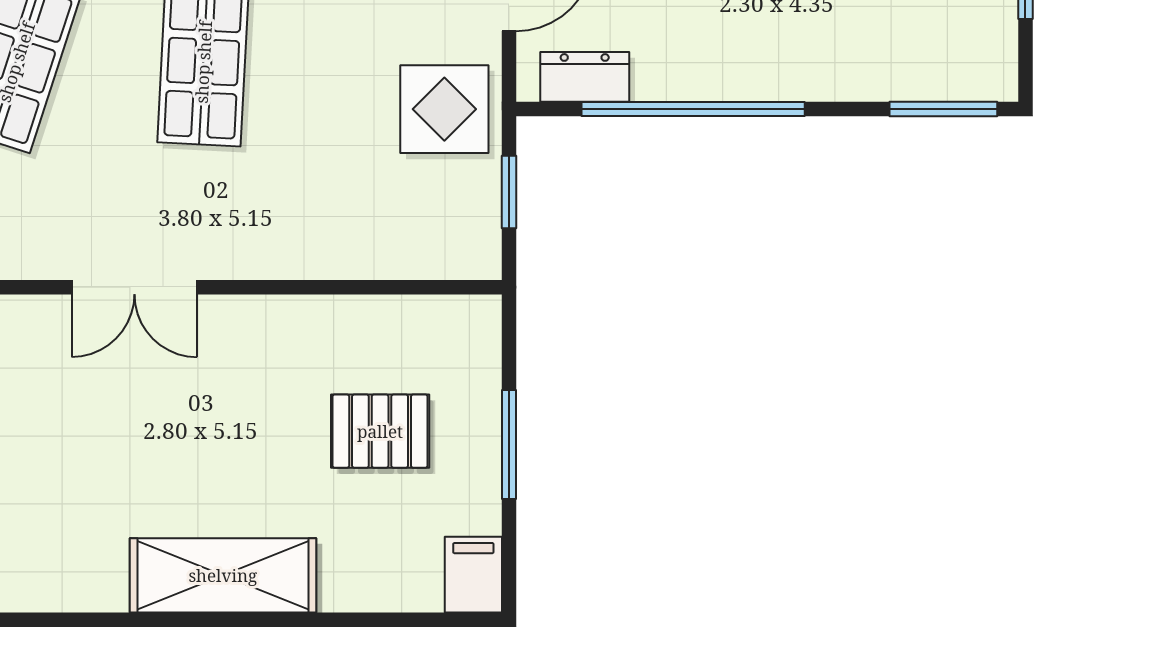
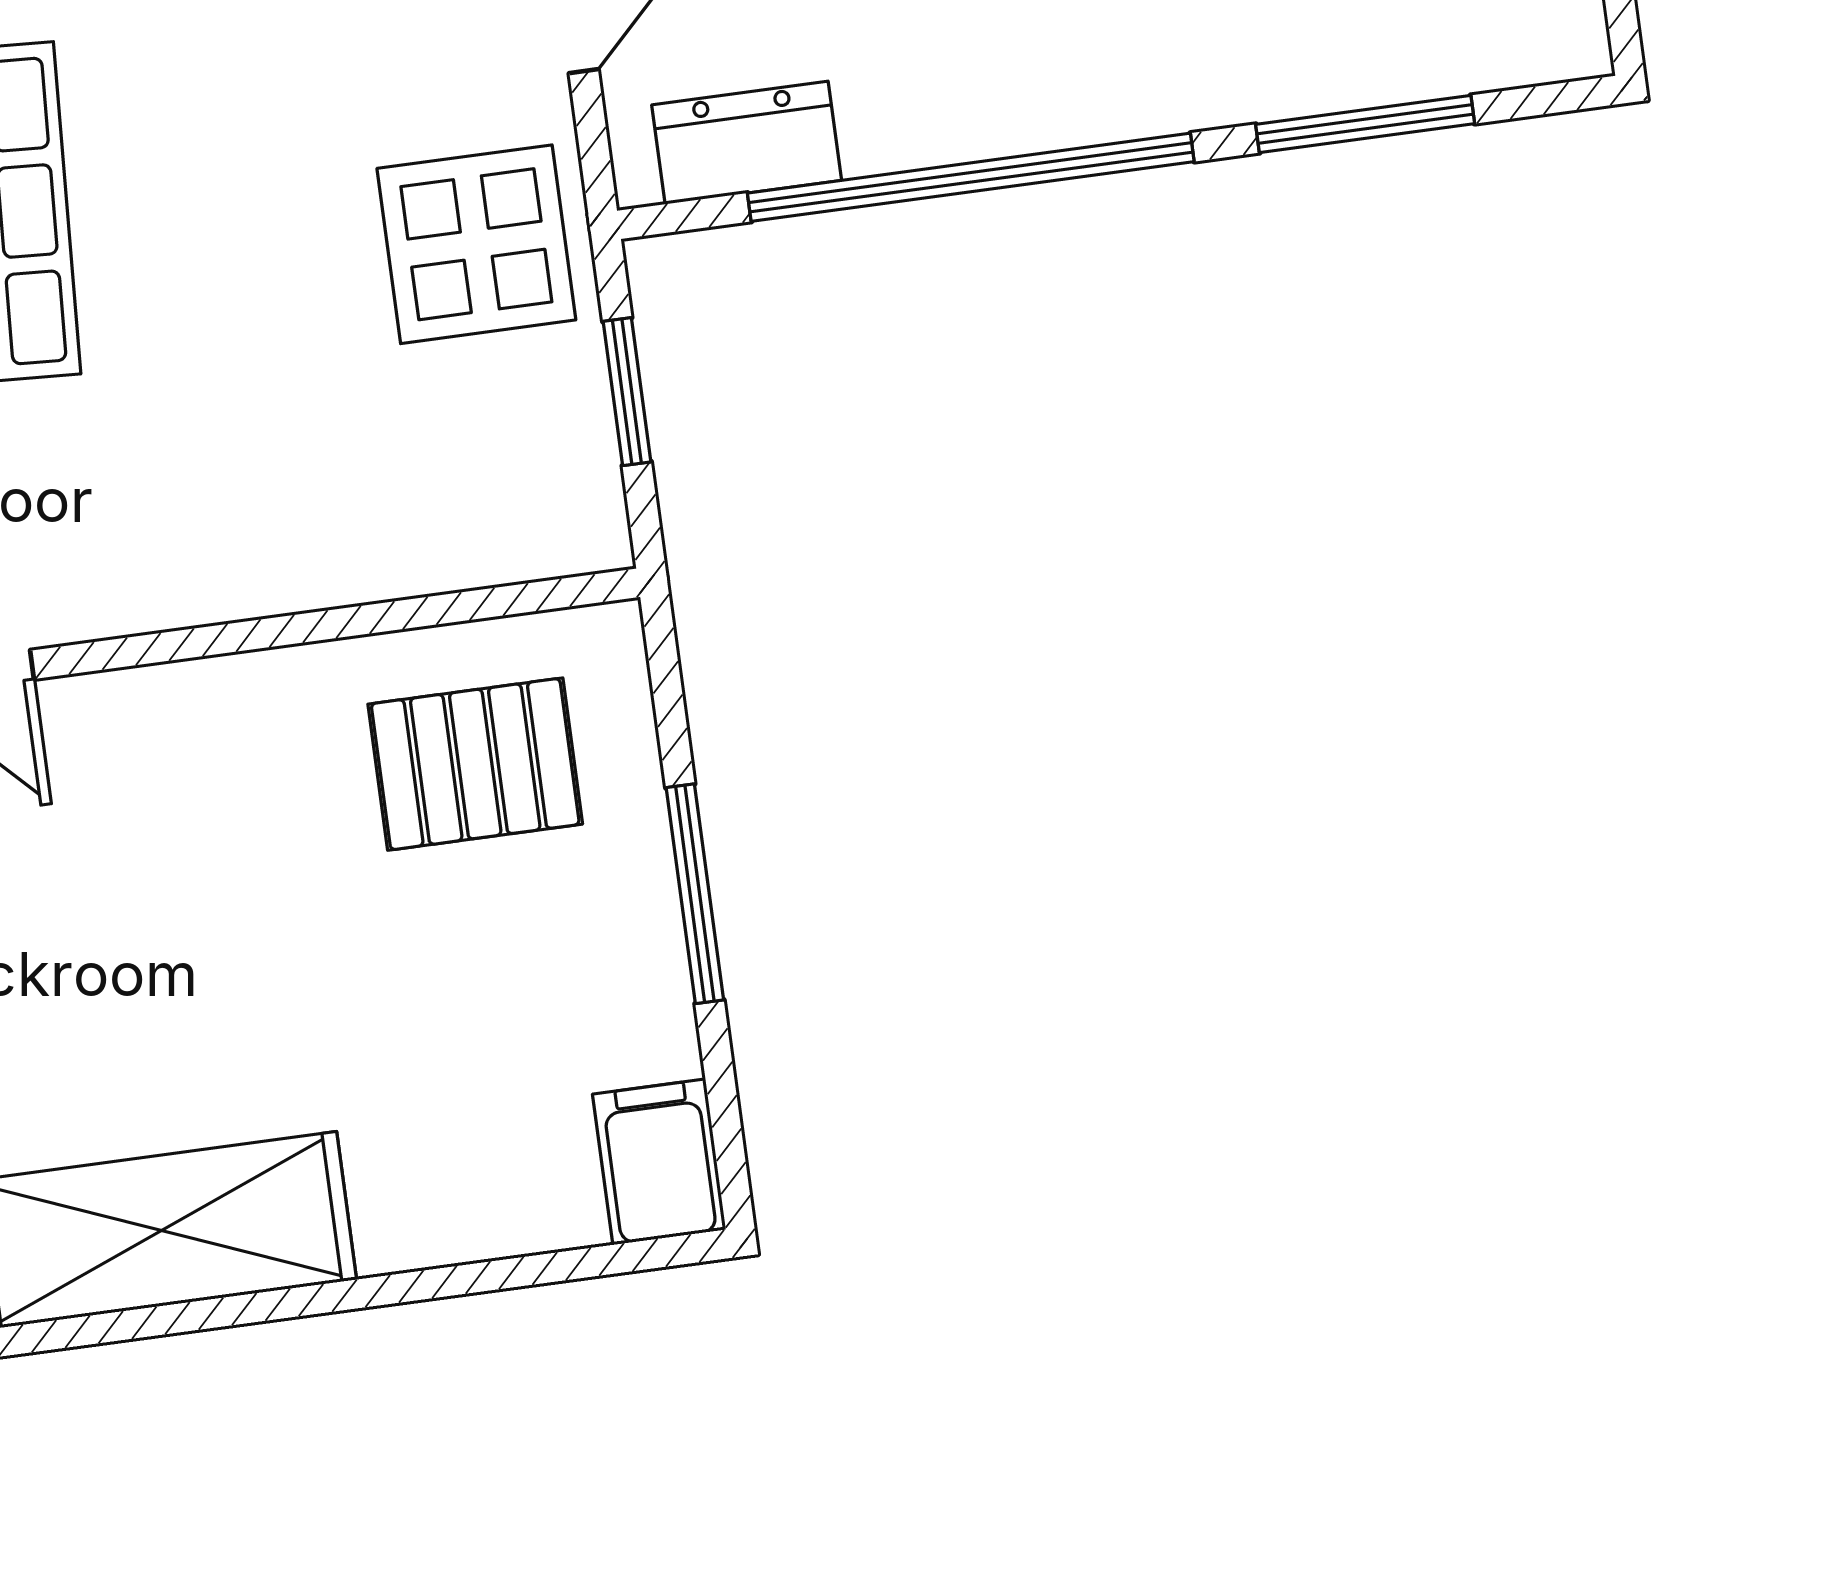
window: (943, 109) -> (1365, 124), moved
pallet: (380, 431) -> (475, 764), moved

